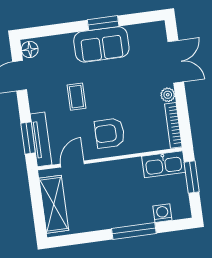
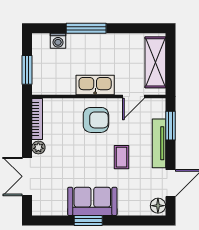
tv unit: (41, 139) -> (159, 143), moved
kitchen sink: (164, 164) -> (95, 85), moved

